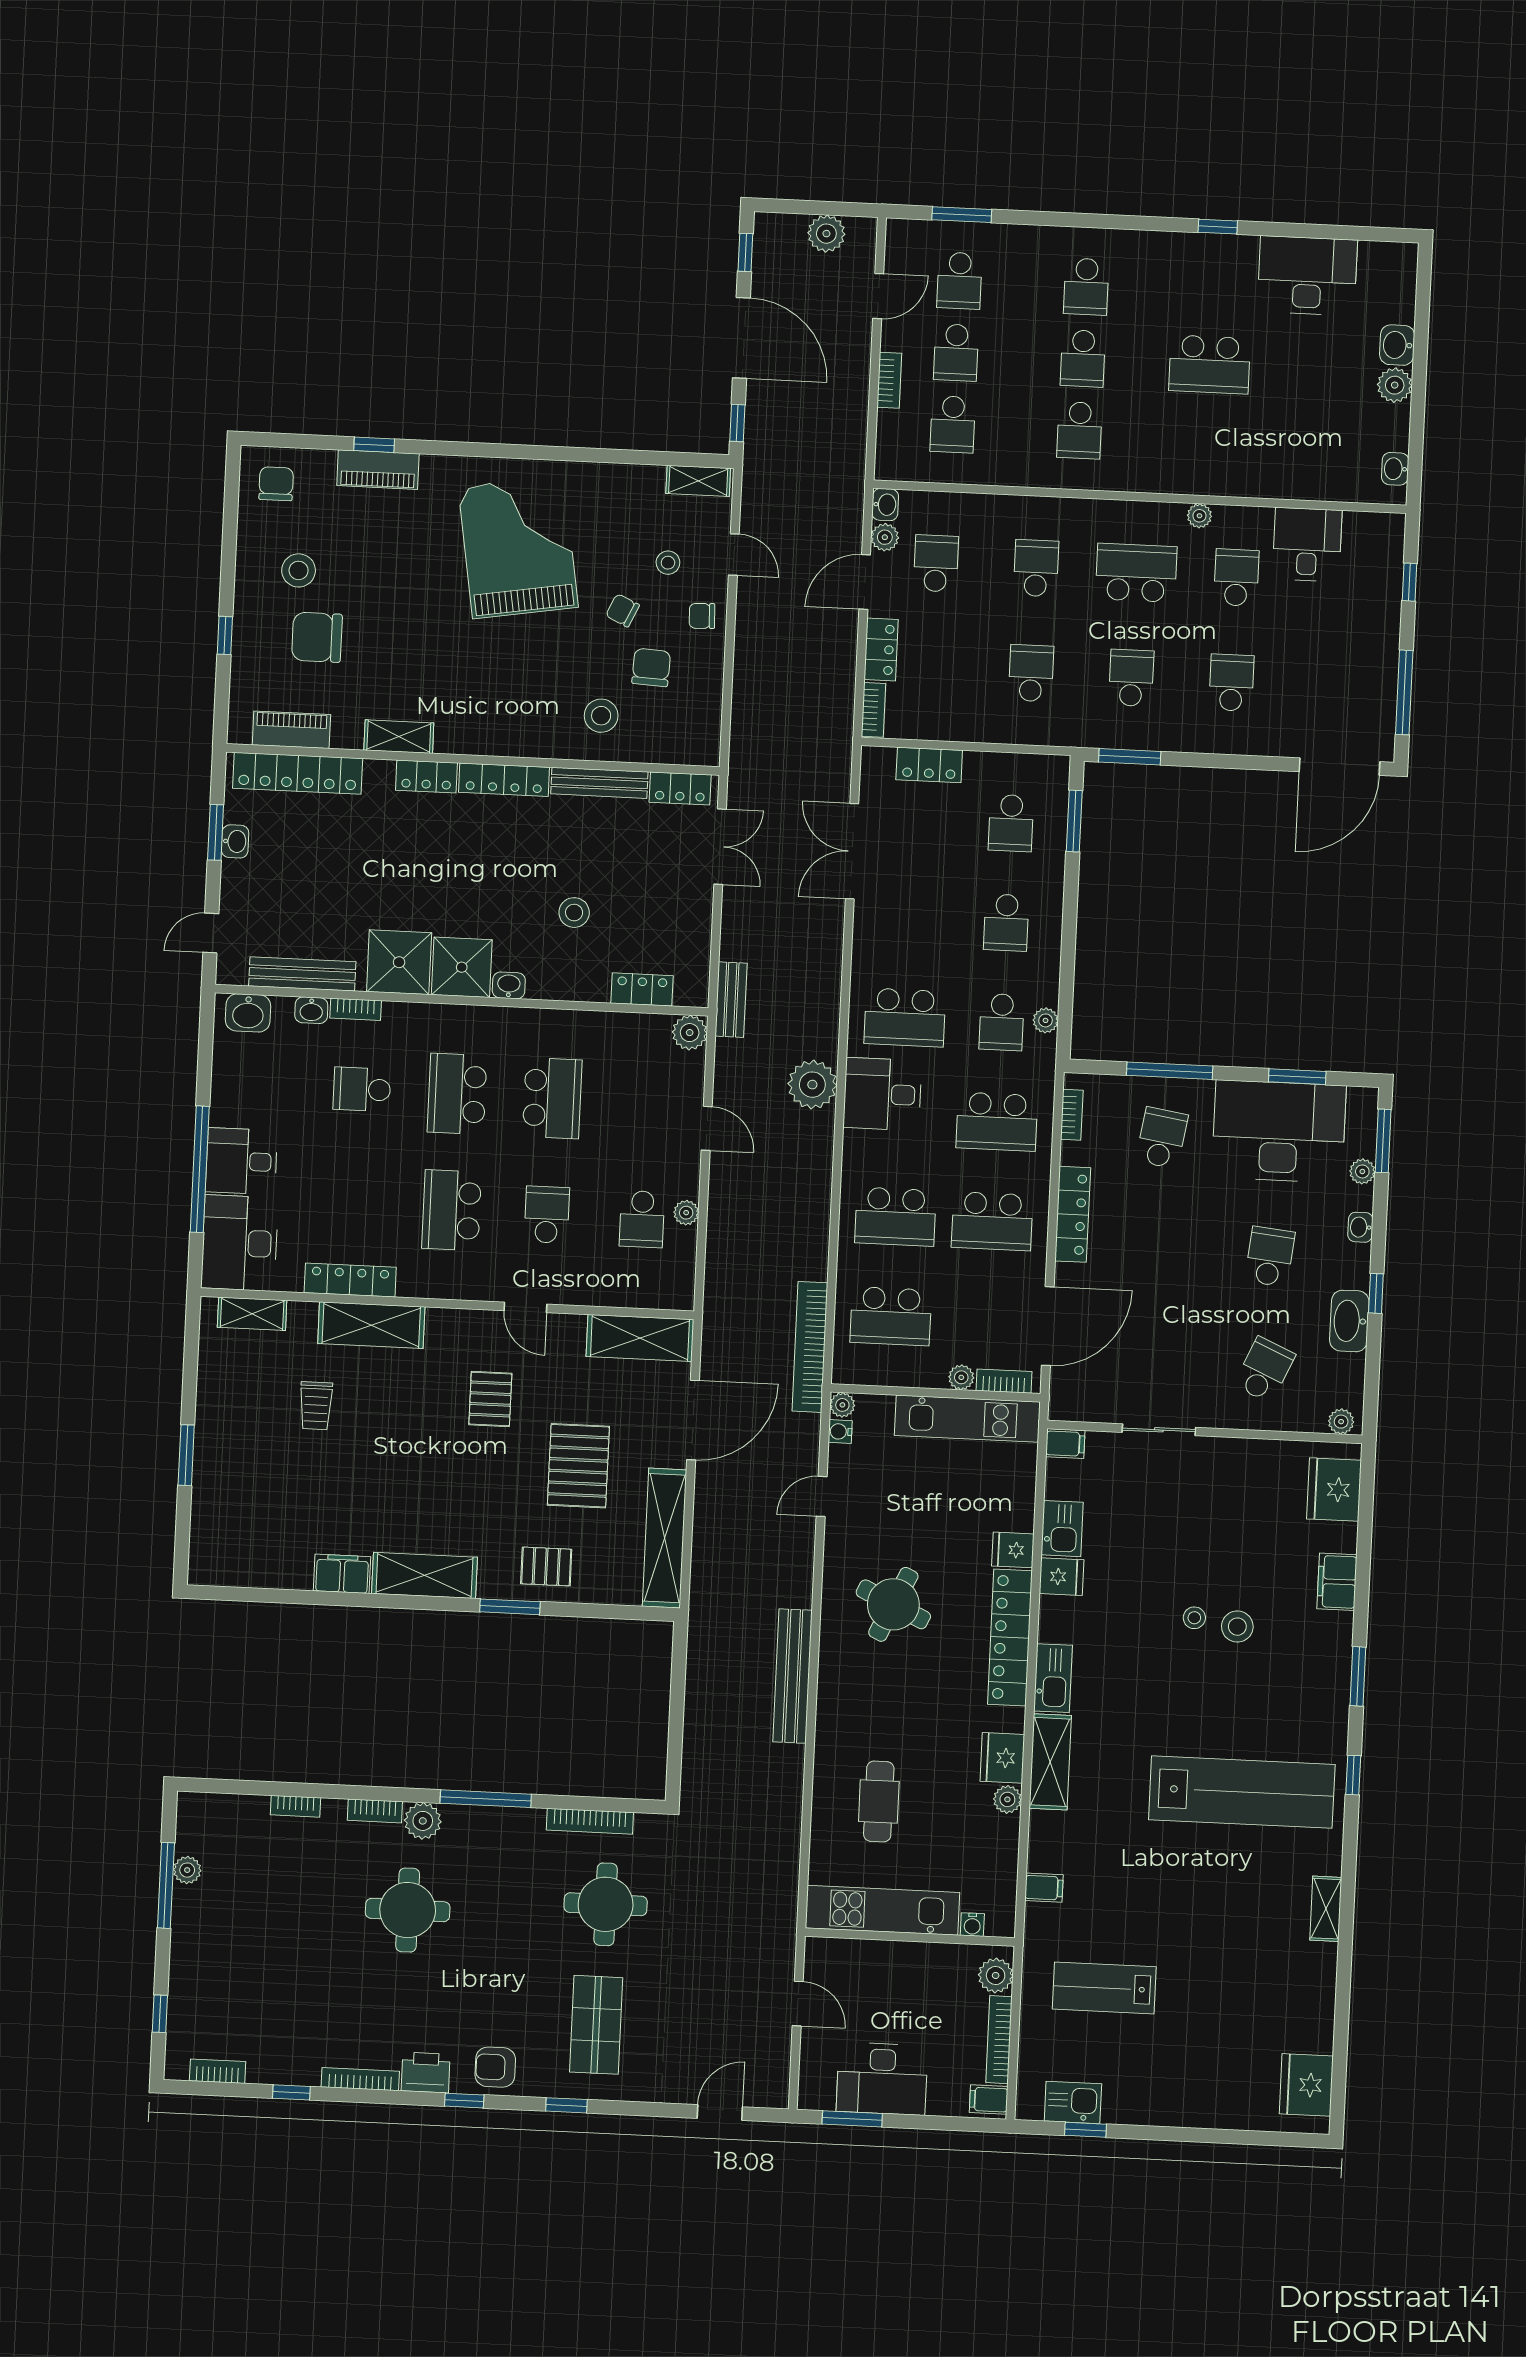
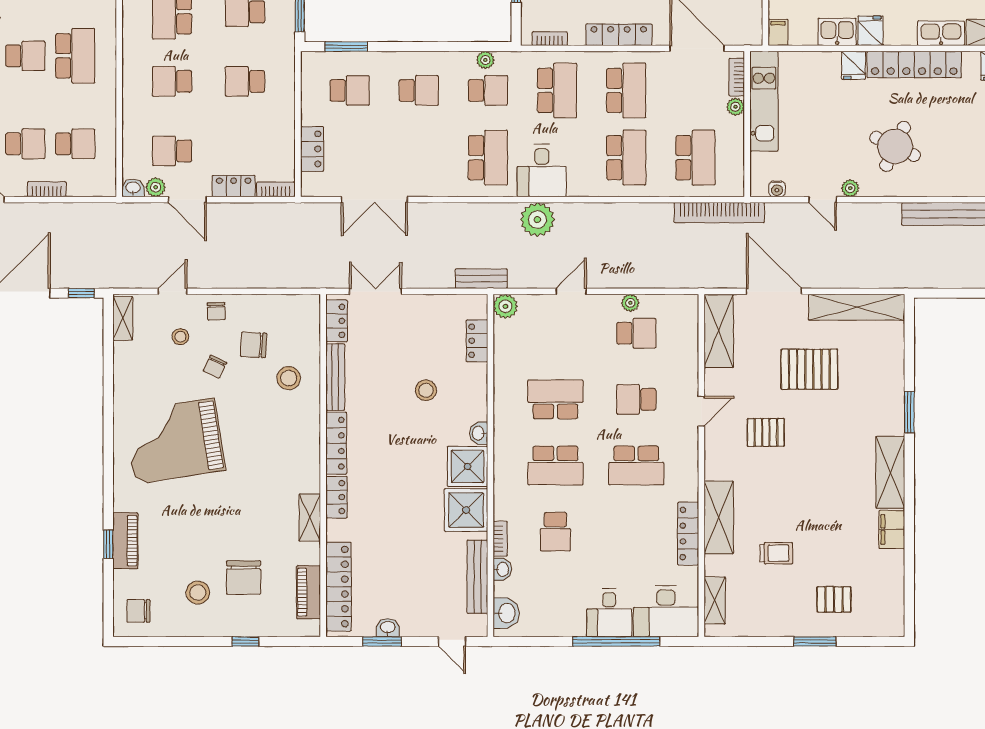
school desk: (1079, 430) -> (75, 56), width x1.85
plant: (842, 1405) -> (850, 188), moved
pallet: (546, 1566) -> (834, 599), moved, turned 90

